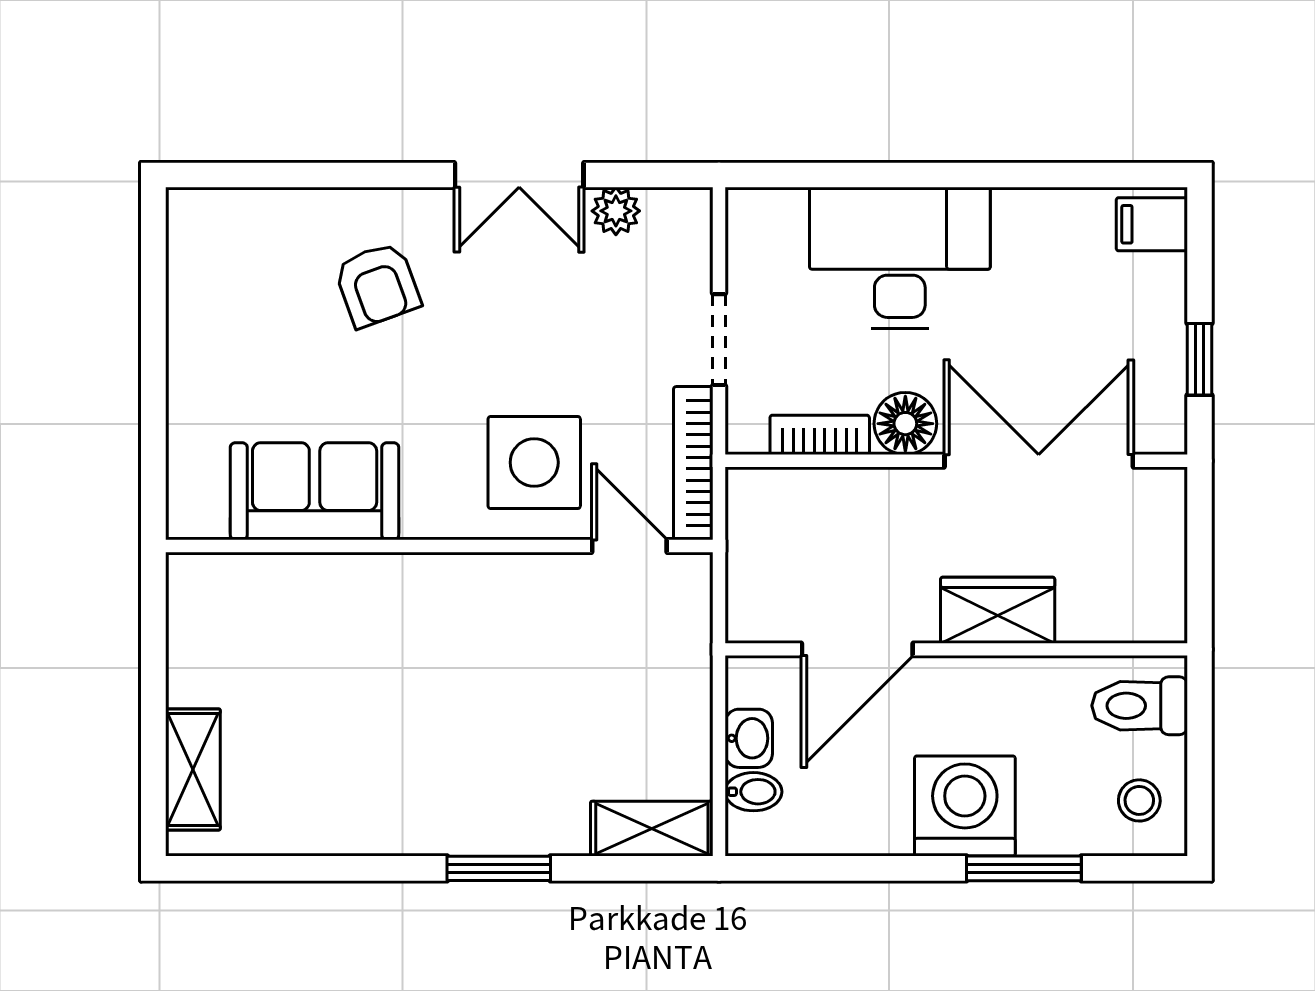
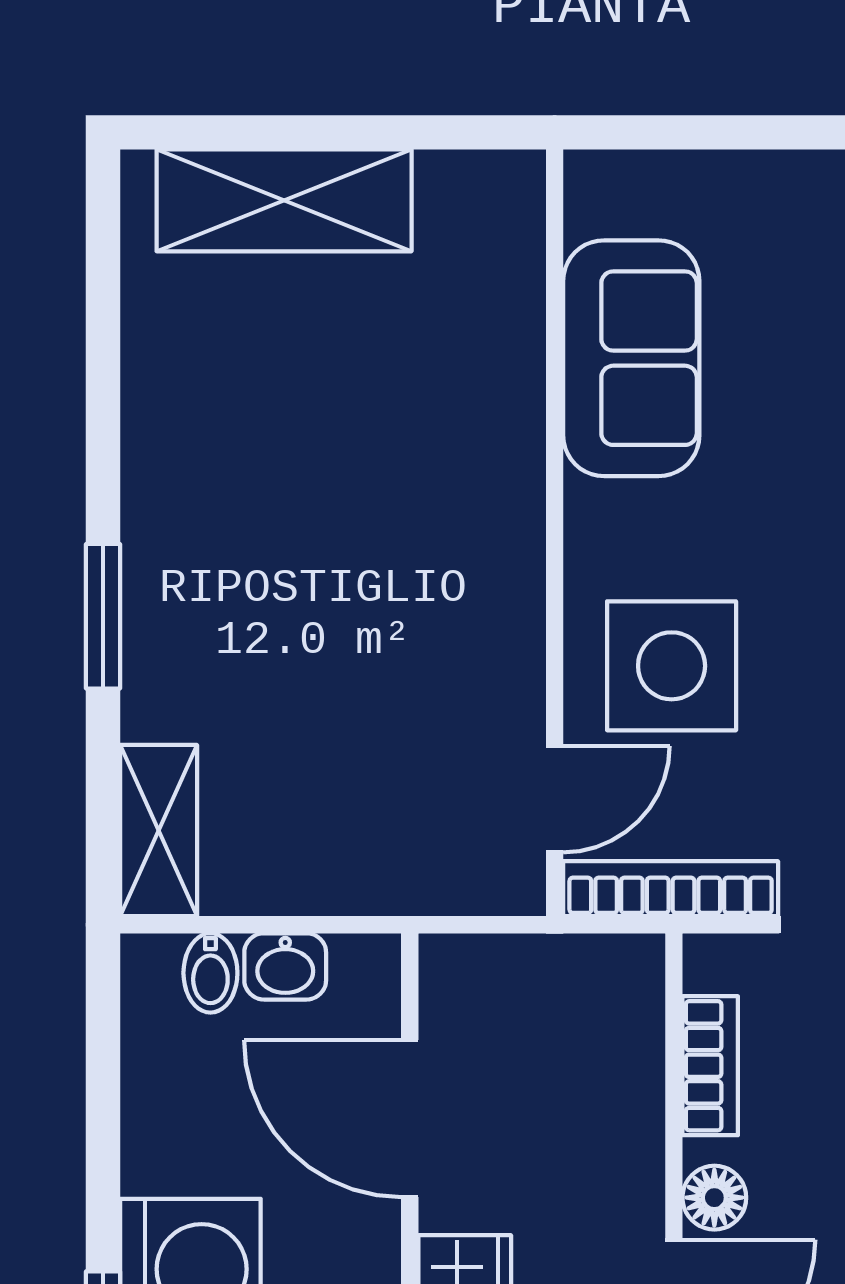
floor lamp: (905, 424) -> (714, 1198), width x0.73, depth x0.73
shelving: (193, 769) -> (284, 200), width x1.50, depth x1.33

